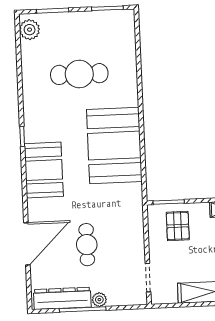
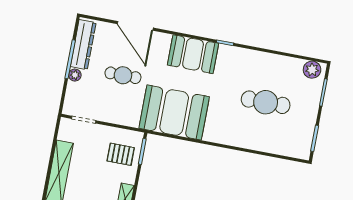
cafe table: (79, 74) -> (266, 102), turned 90
booth: (114, 146) -> (174, 112), moved

